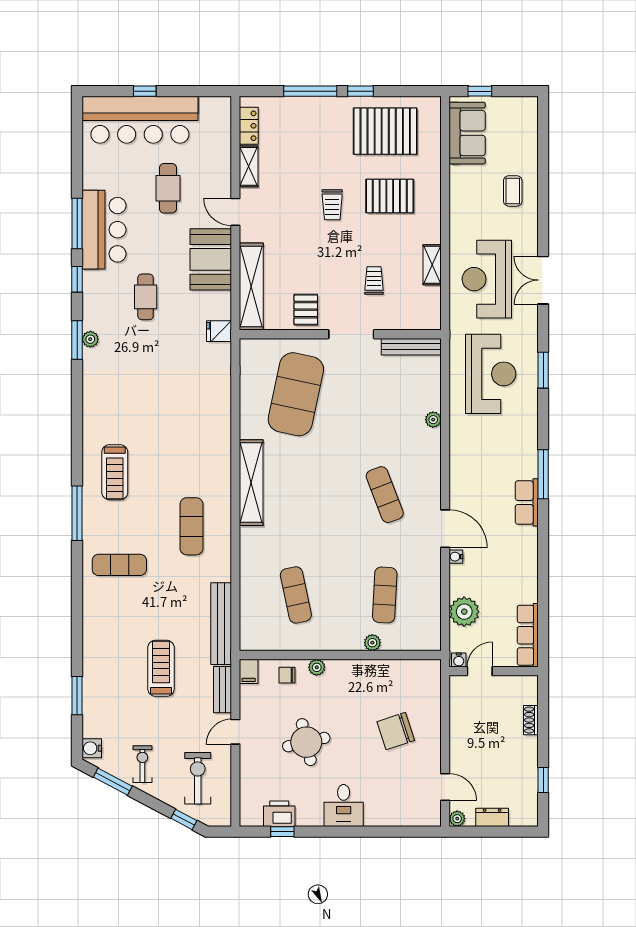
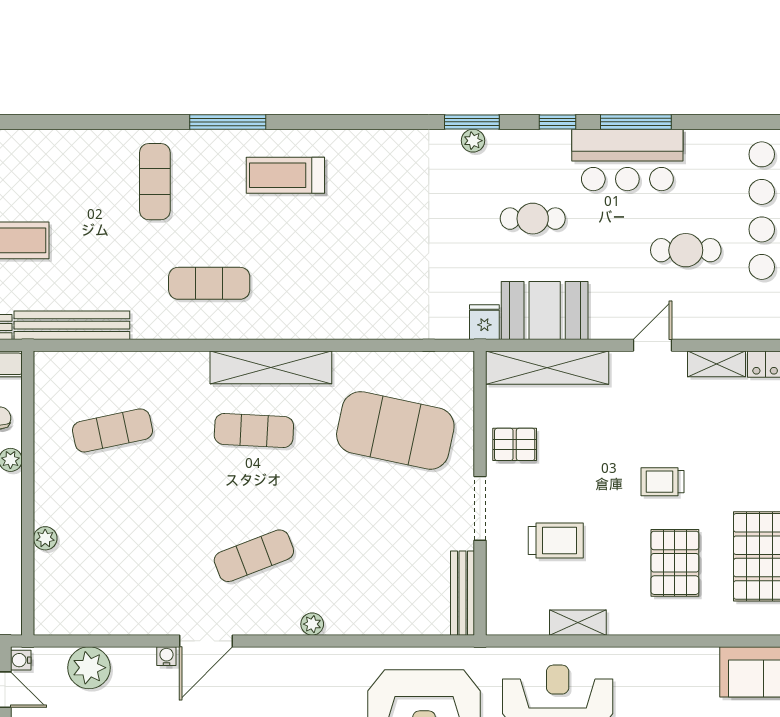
booth: (211, 259) -> (545, 310), moved
trolley: (374, 280) -> (556, 541), width x1.36, depth x1.39
plant: (433, 420) -> (312, 624), moved
exercise mat: (385, 595) -> (254, 430), moved

